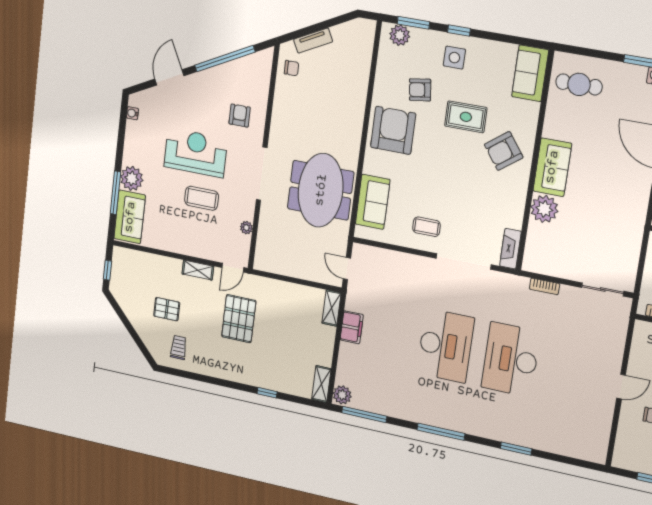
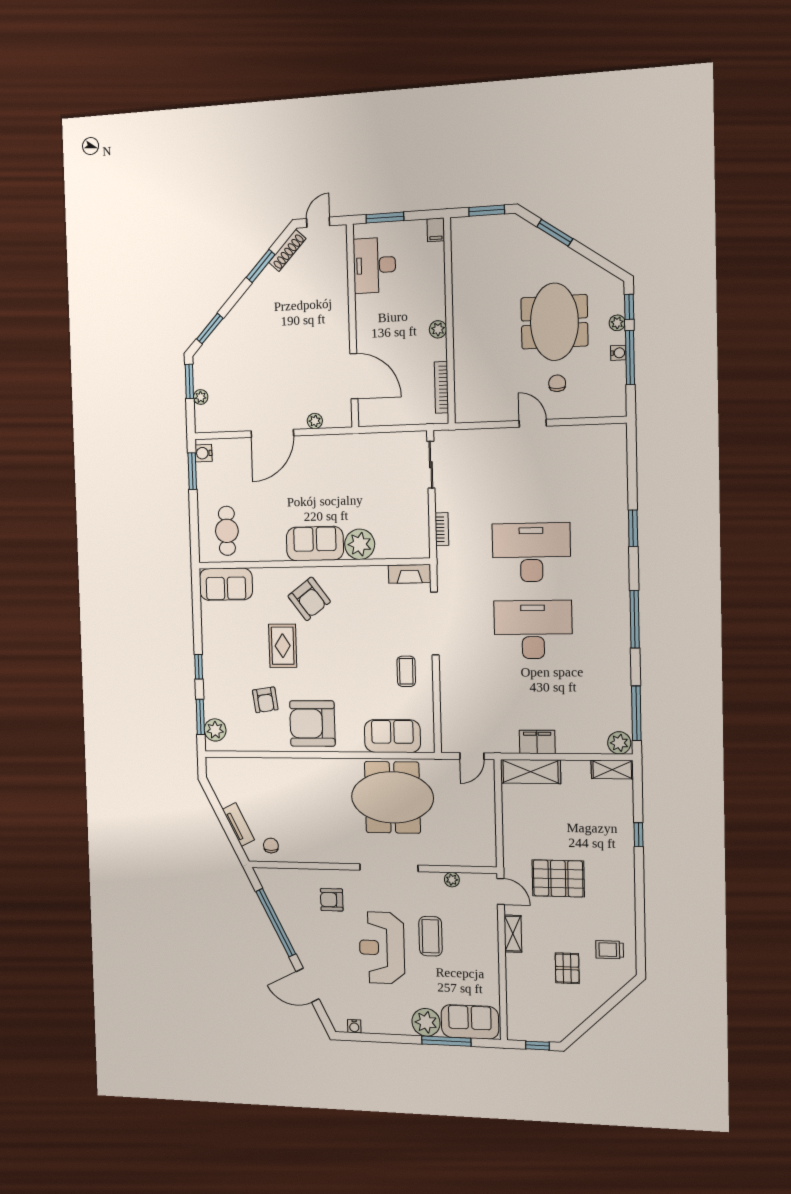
side table: (454, 58) -> (226, 668), removed
shelving: (332, 308) -> (531, 772), width x1.50, depth x1.33
desk: (511, 359) -> (531, 552), turned 180

